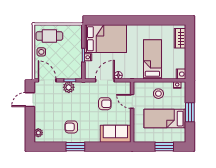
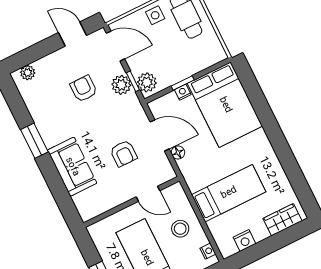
plant: (74, 73) -> (147, 82), added
nightstand: (181, 74) -> (245, 241), moved
door: (47, 80) -> (115, 46), hinge flipped
door: (132, 101) -> (148, 194), swing flipped
armchair: (71, 127) -> (84, 89), moved
sofa: (115, 134) -> (72, 167), moved

